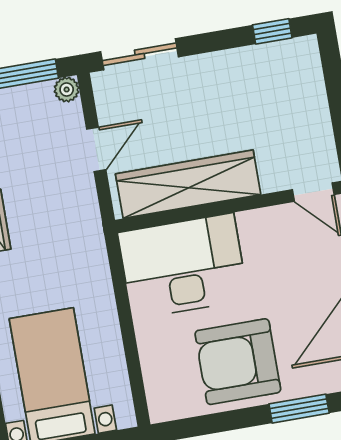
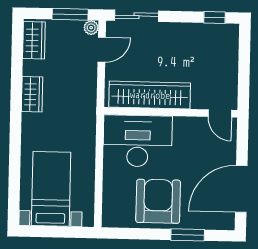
door: (96, 149) -> (102, 50), moved
armchair: (238, 362) -> (158, 201), turned 90

